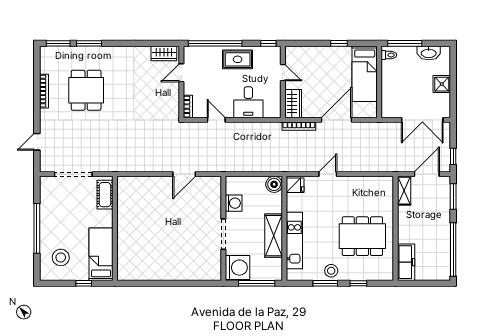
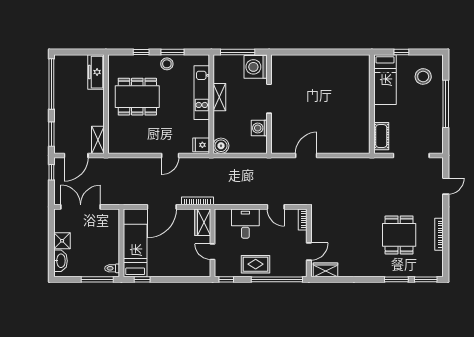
window: (339, 43) -> (142, 279), moved
washbasin: (429, 53) -> (61, 261), moved, turned 90
shelving: (274, 236) -> (219, 97), width x0.67, depth x0.75

